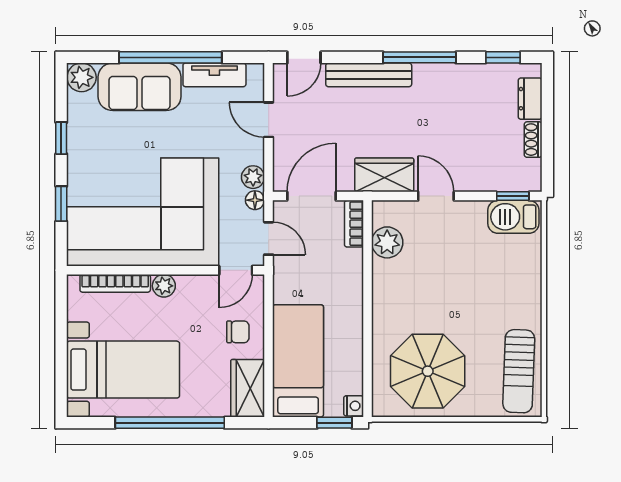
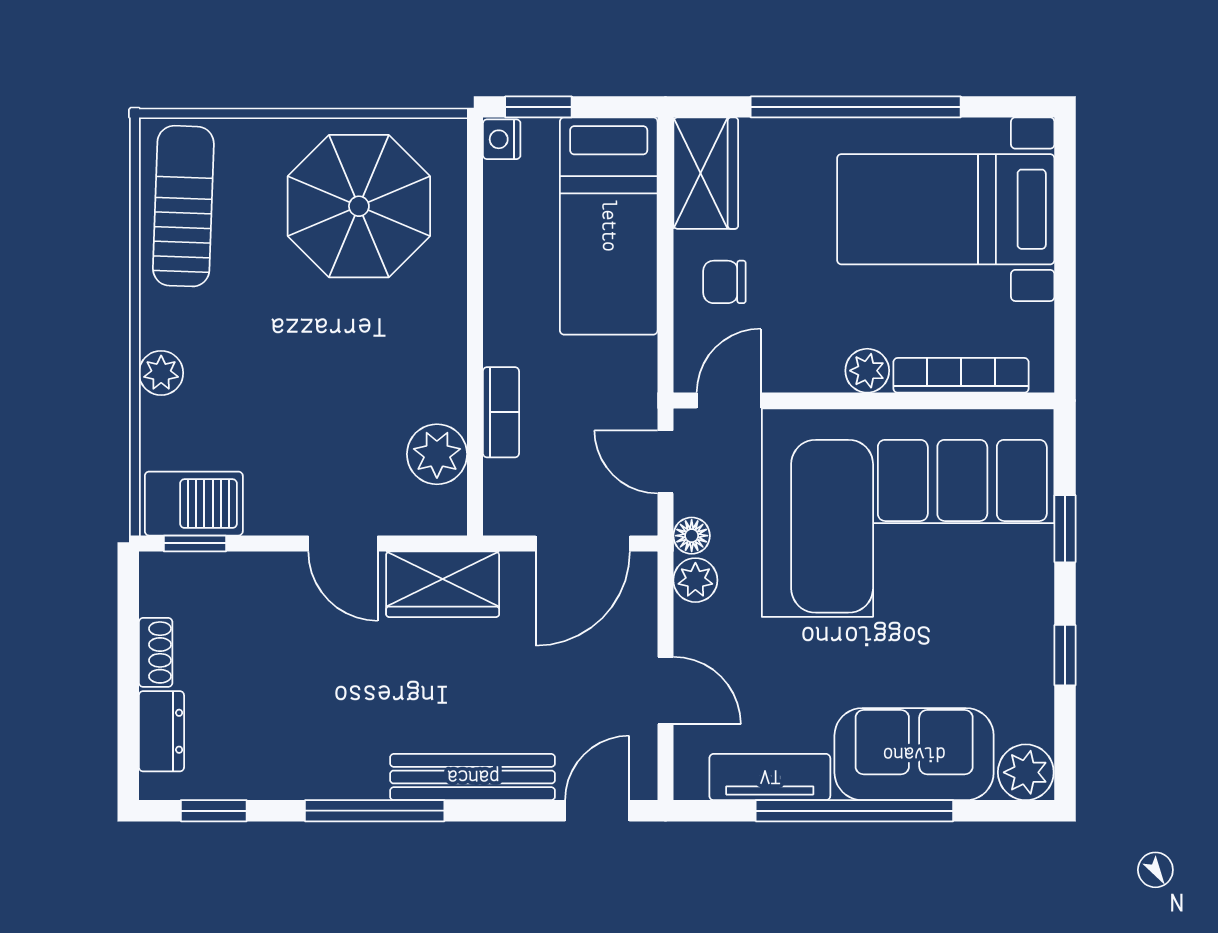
bookcase: (354, 224) -> (501, 412), moved
plant: (530, 285) -> (161, 373), added

